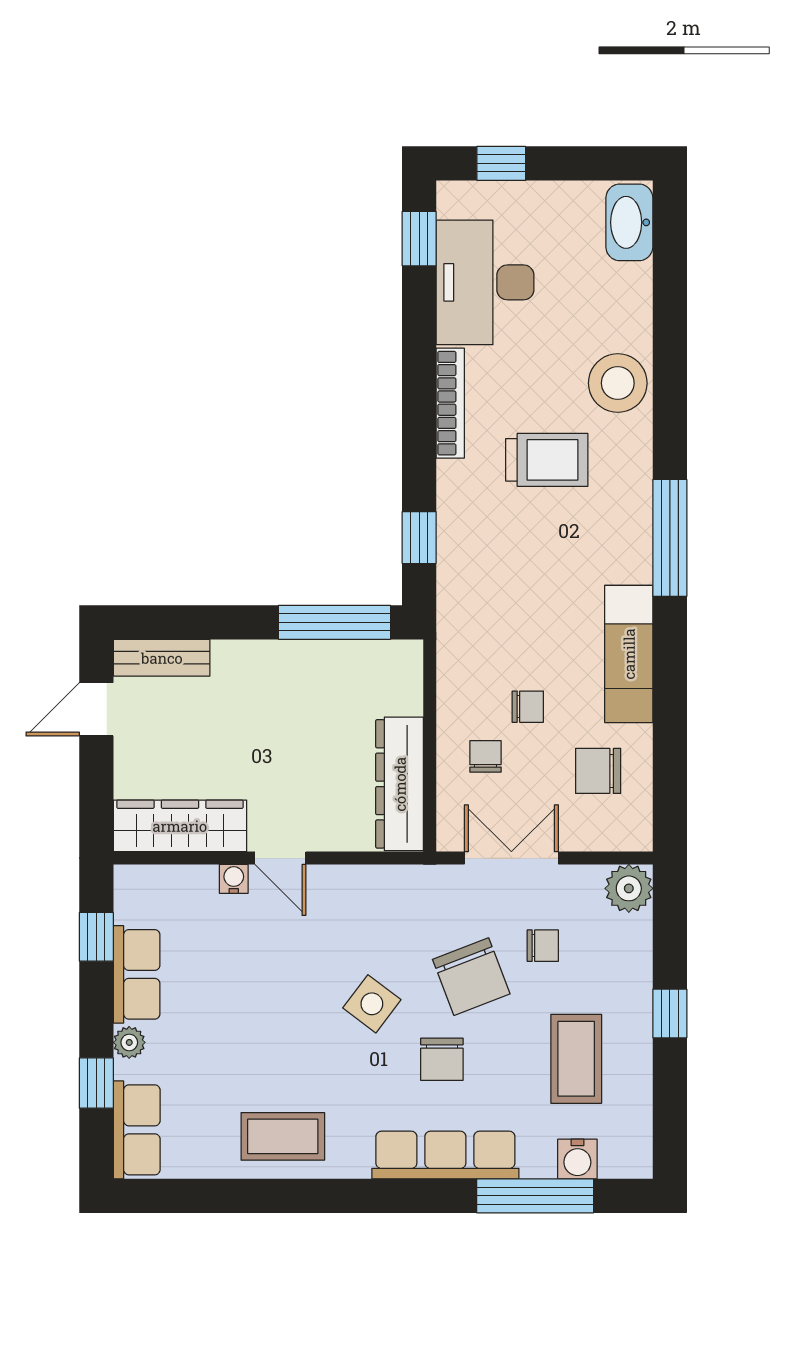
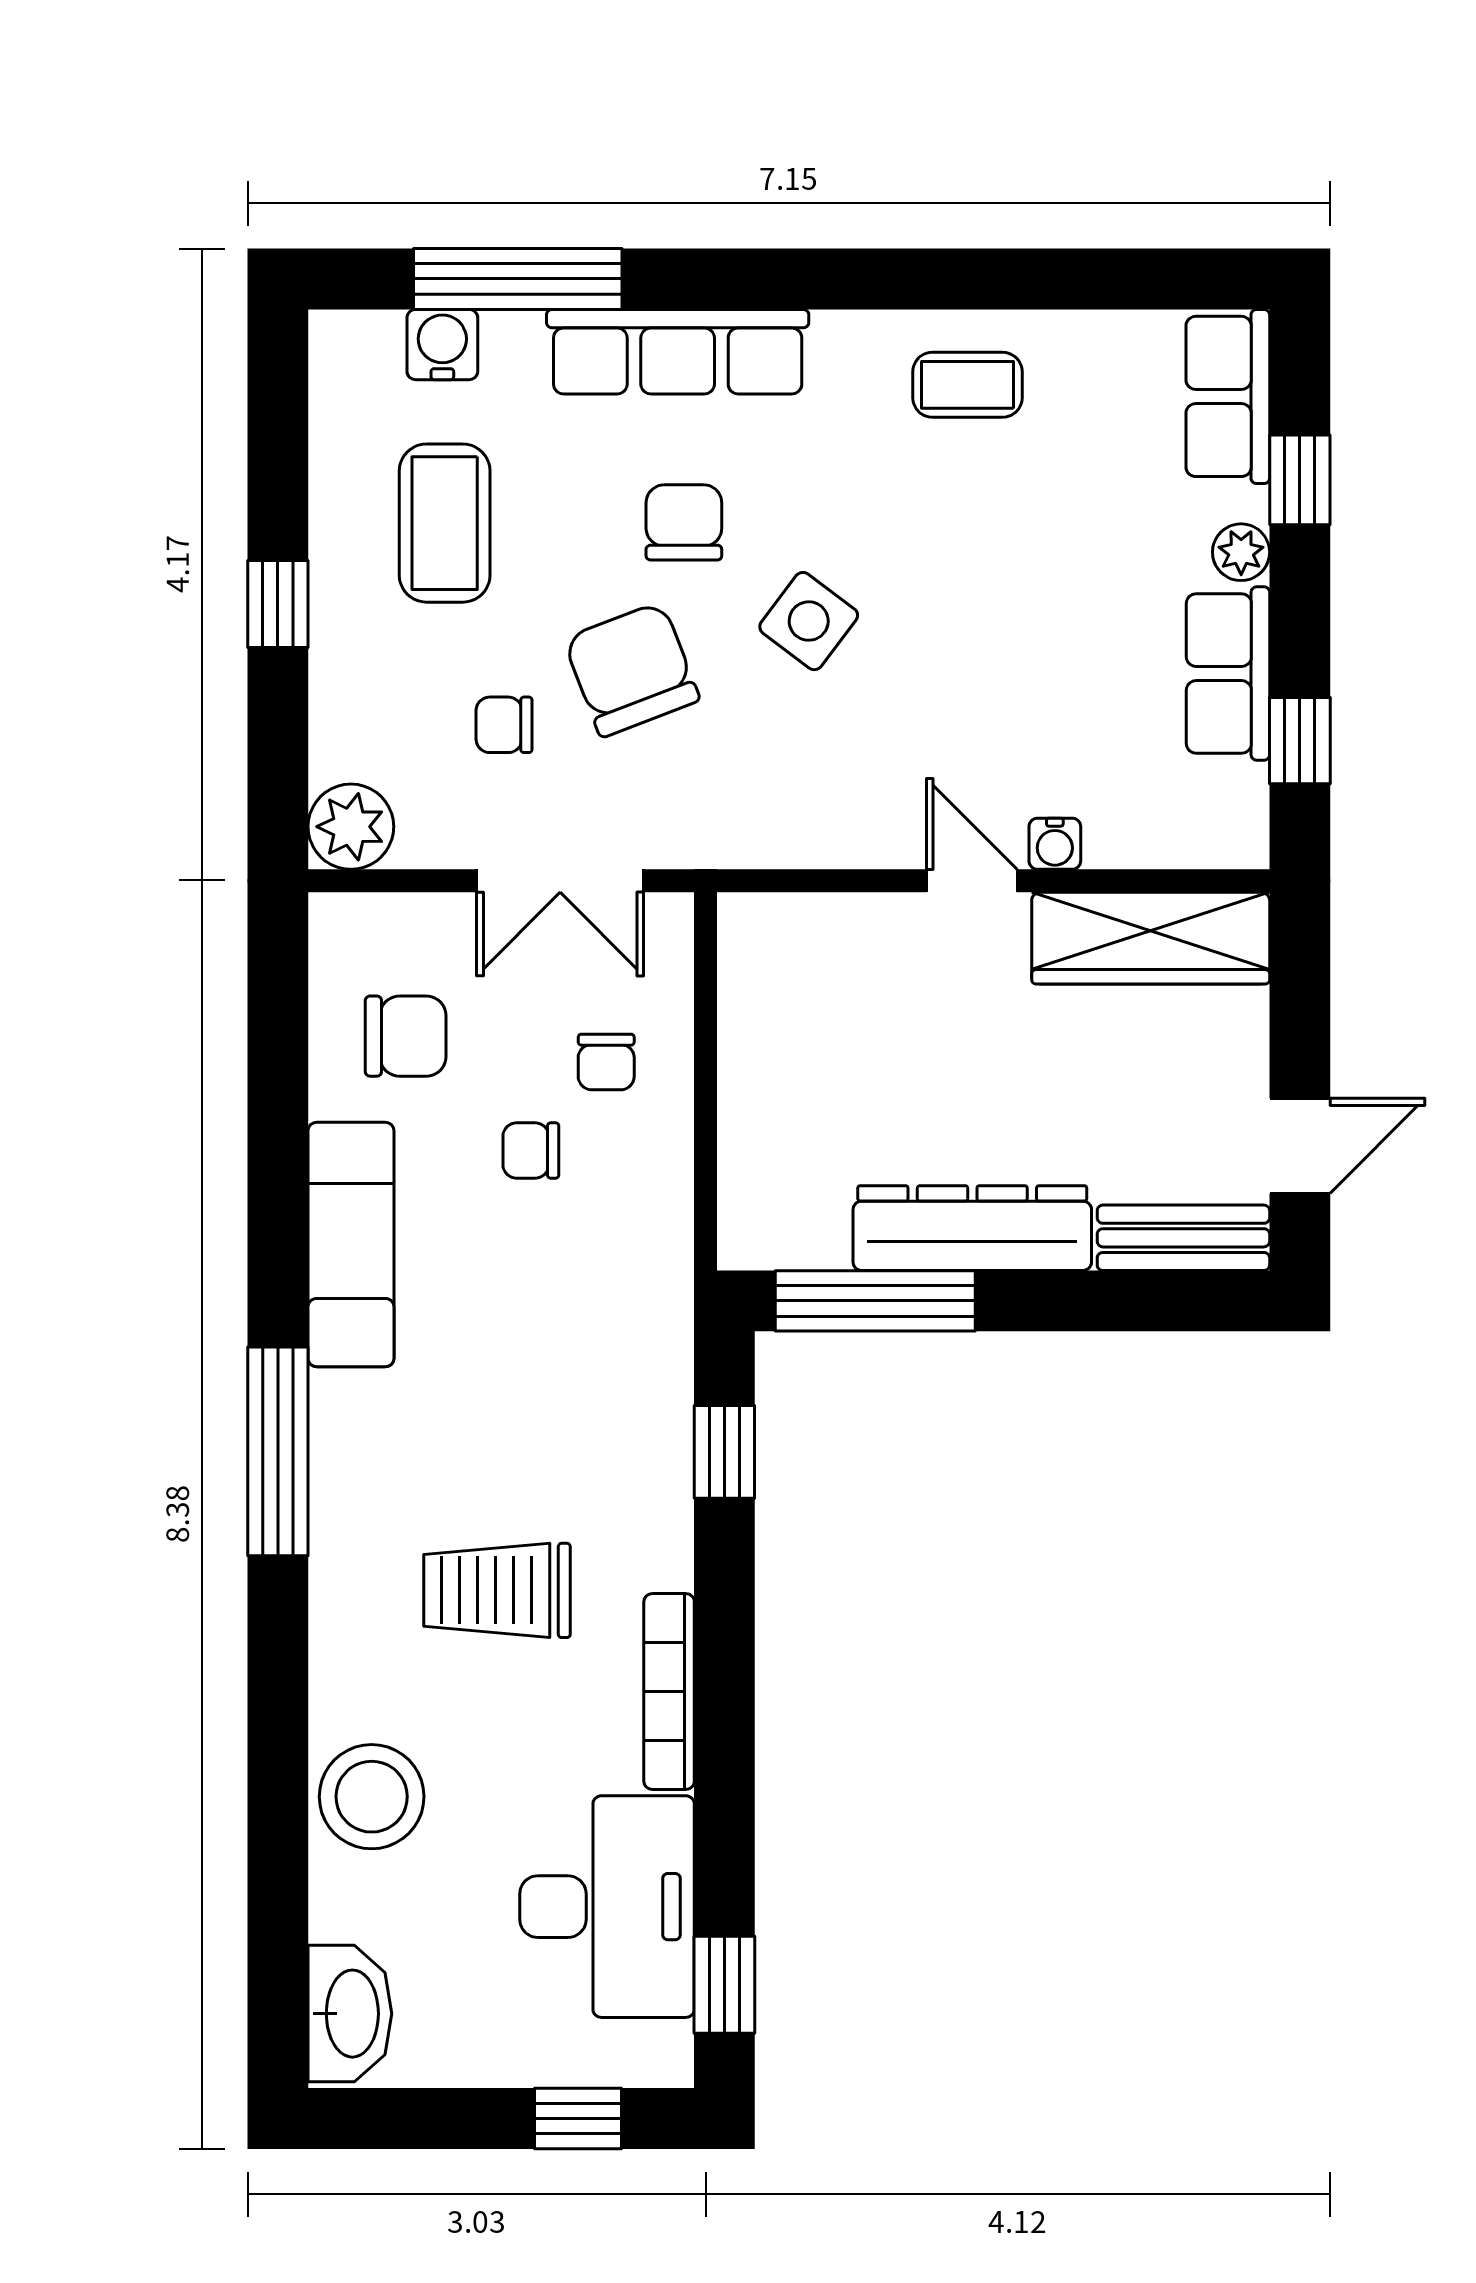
stool: (618, 383) -> (372, 1797), moved
dresser: (400, 784) -> (972, 1228), moved, turned -90
coffee table: (283, 1136) -> (967, 385), width x0.73, depth x0.77

